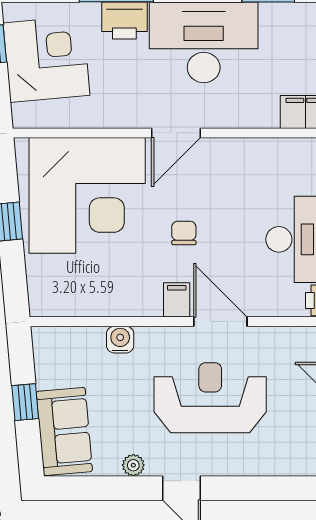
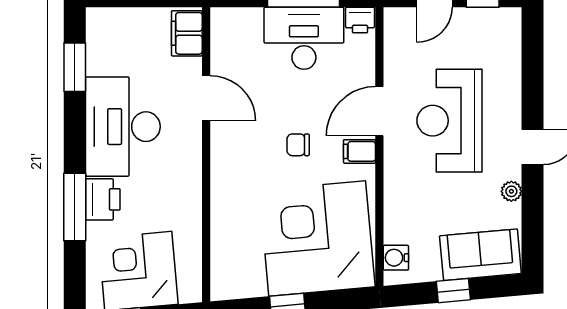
door: (176, 133) -> (206, 98), moved
corner desk: (87, 195) -> (317, 238), moved, turned -95
water cooler: (120, 340) -> (396, 258), moved

